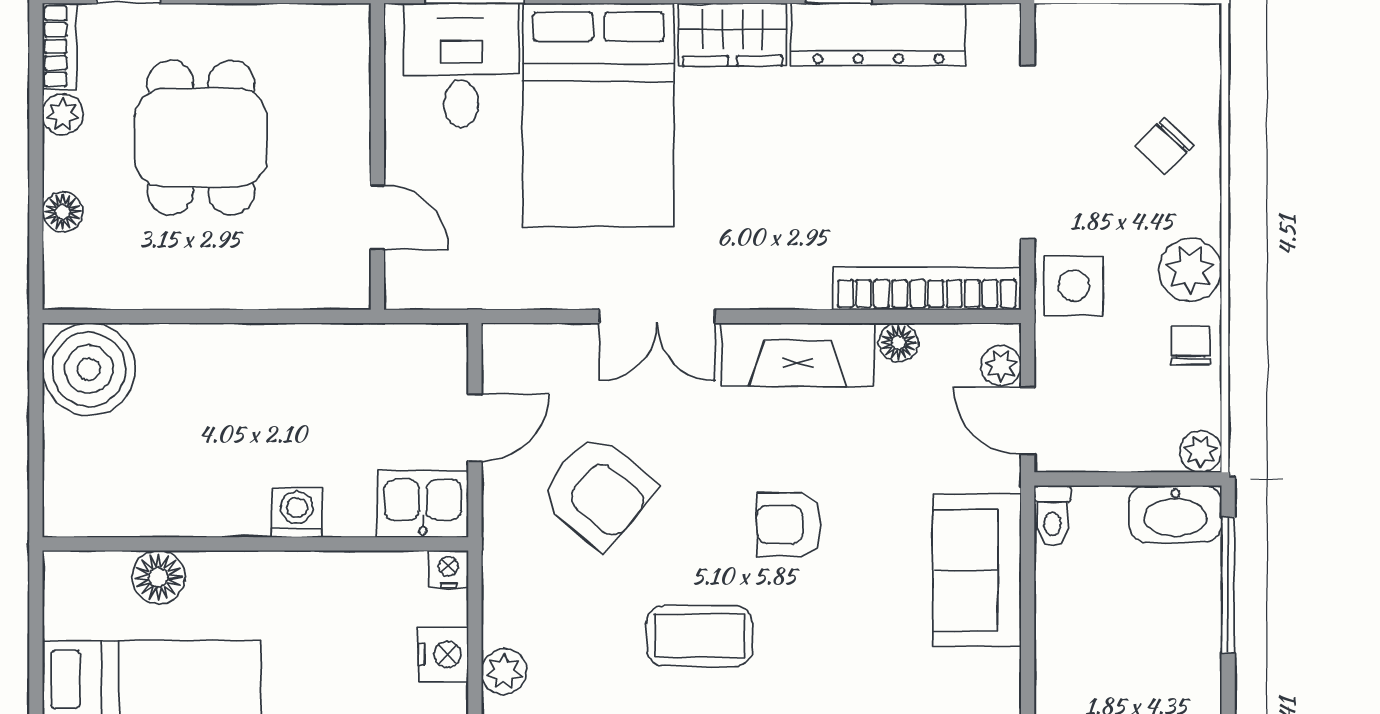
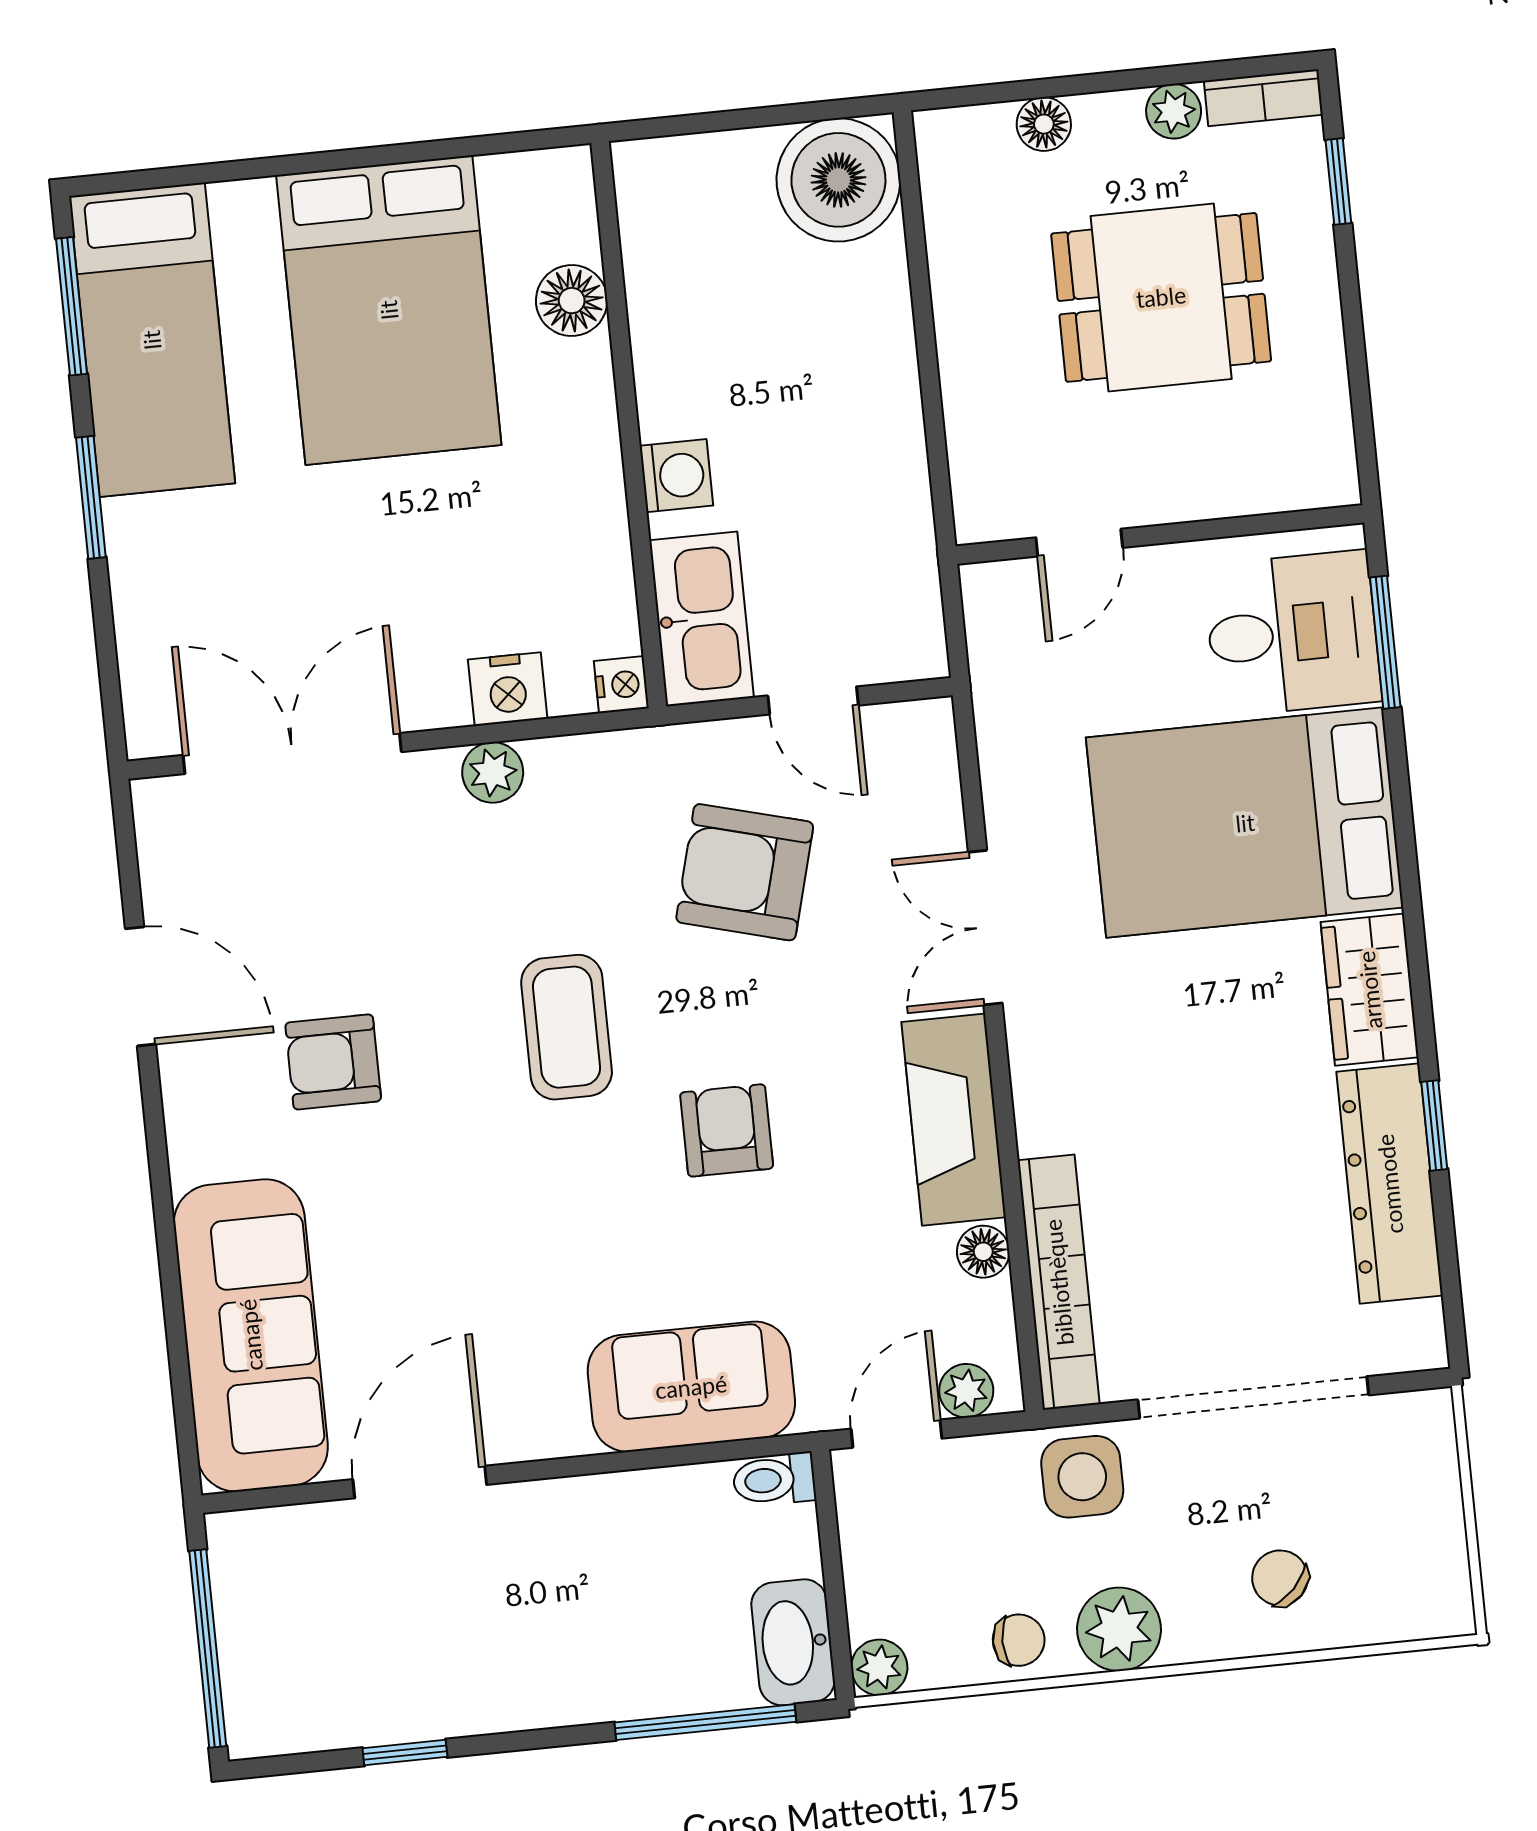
armchair: (598, 491) -> (745, 872), turned 65
kitchen sink: (423, 504) -> (702, 619), width x1.38

